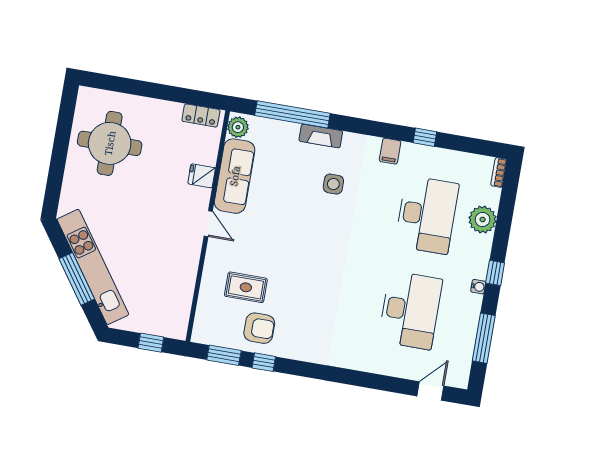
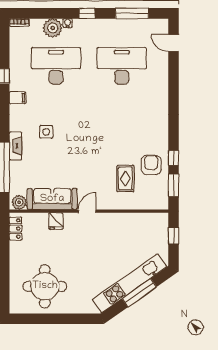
water cooler: (478, 287) -> (68, 23), moved

